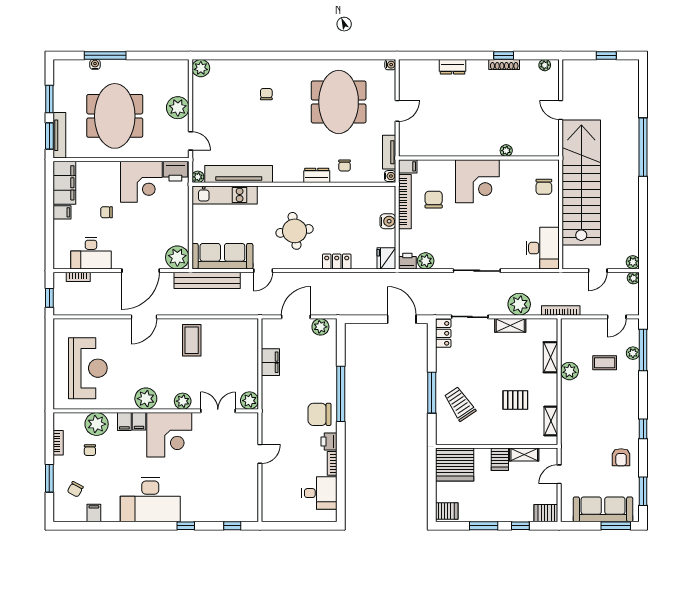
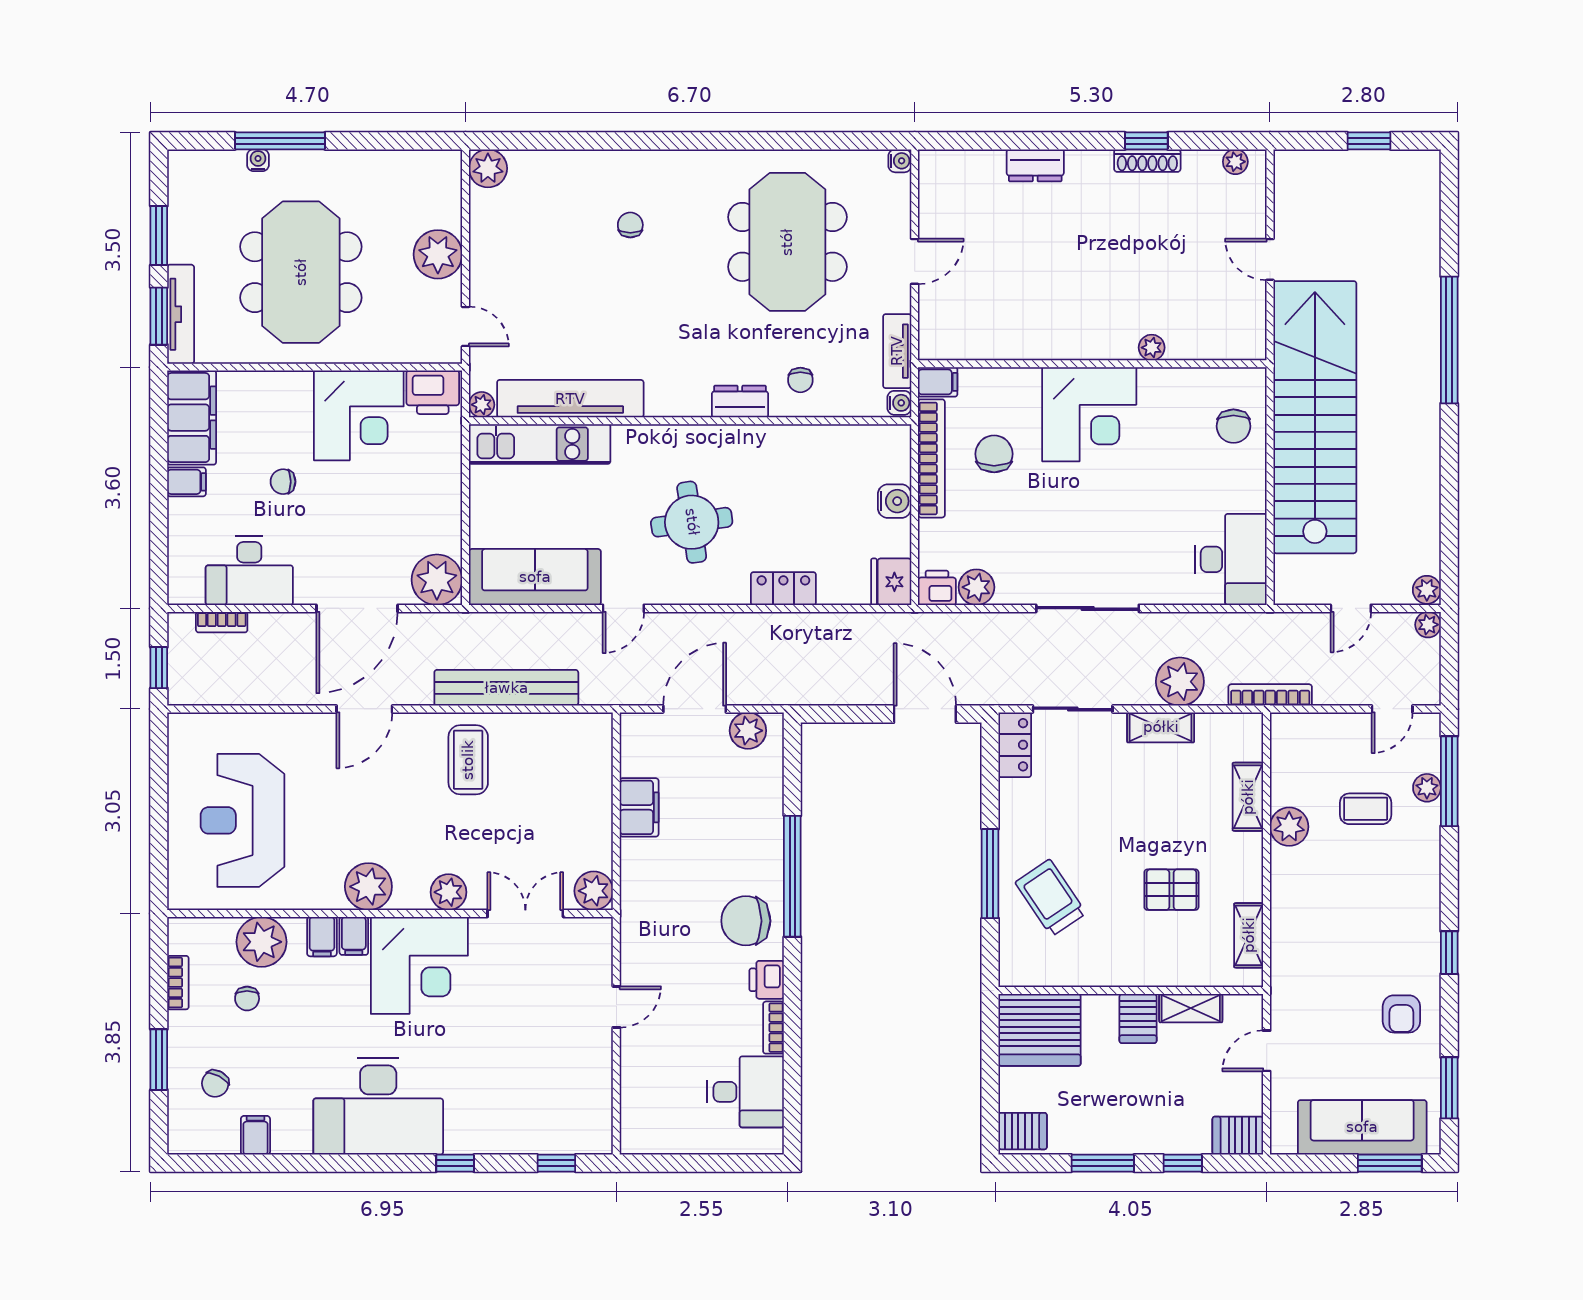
bench: (207, 280) -> (506, 688), moved
reception desk: (88, 368) -> (242, 820), turned 180

